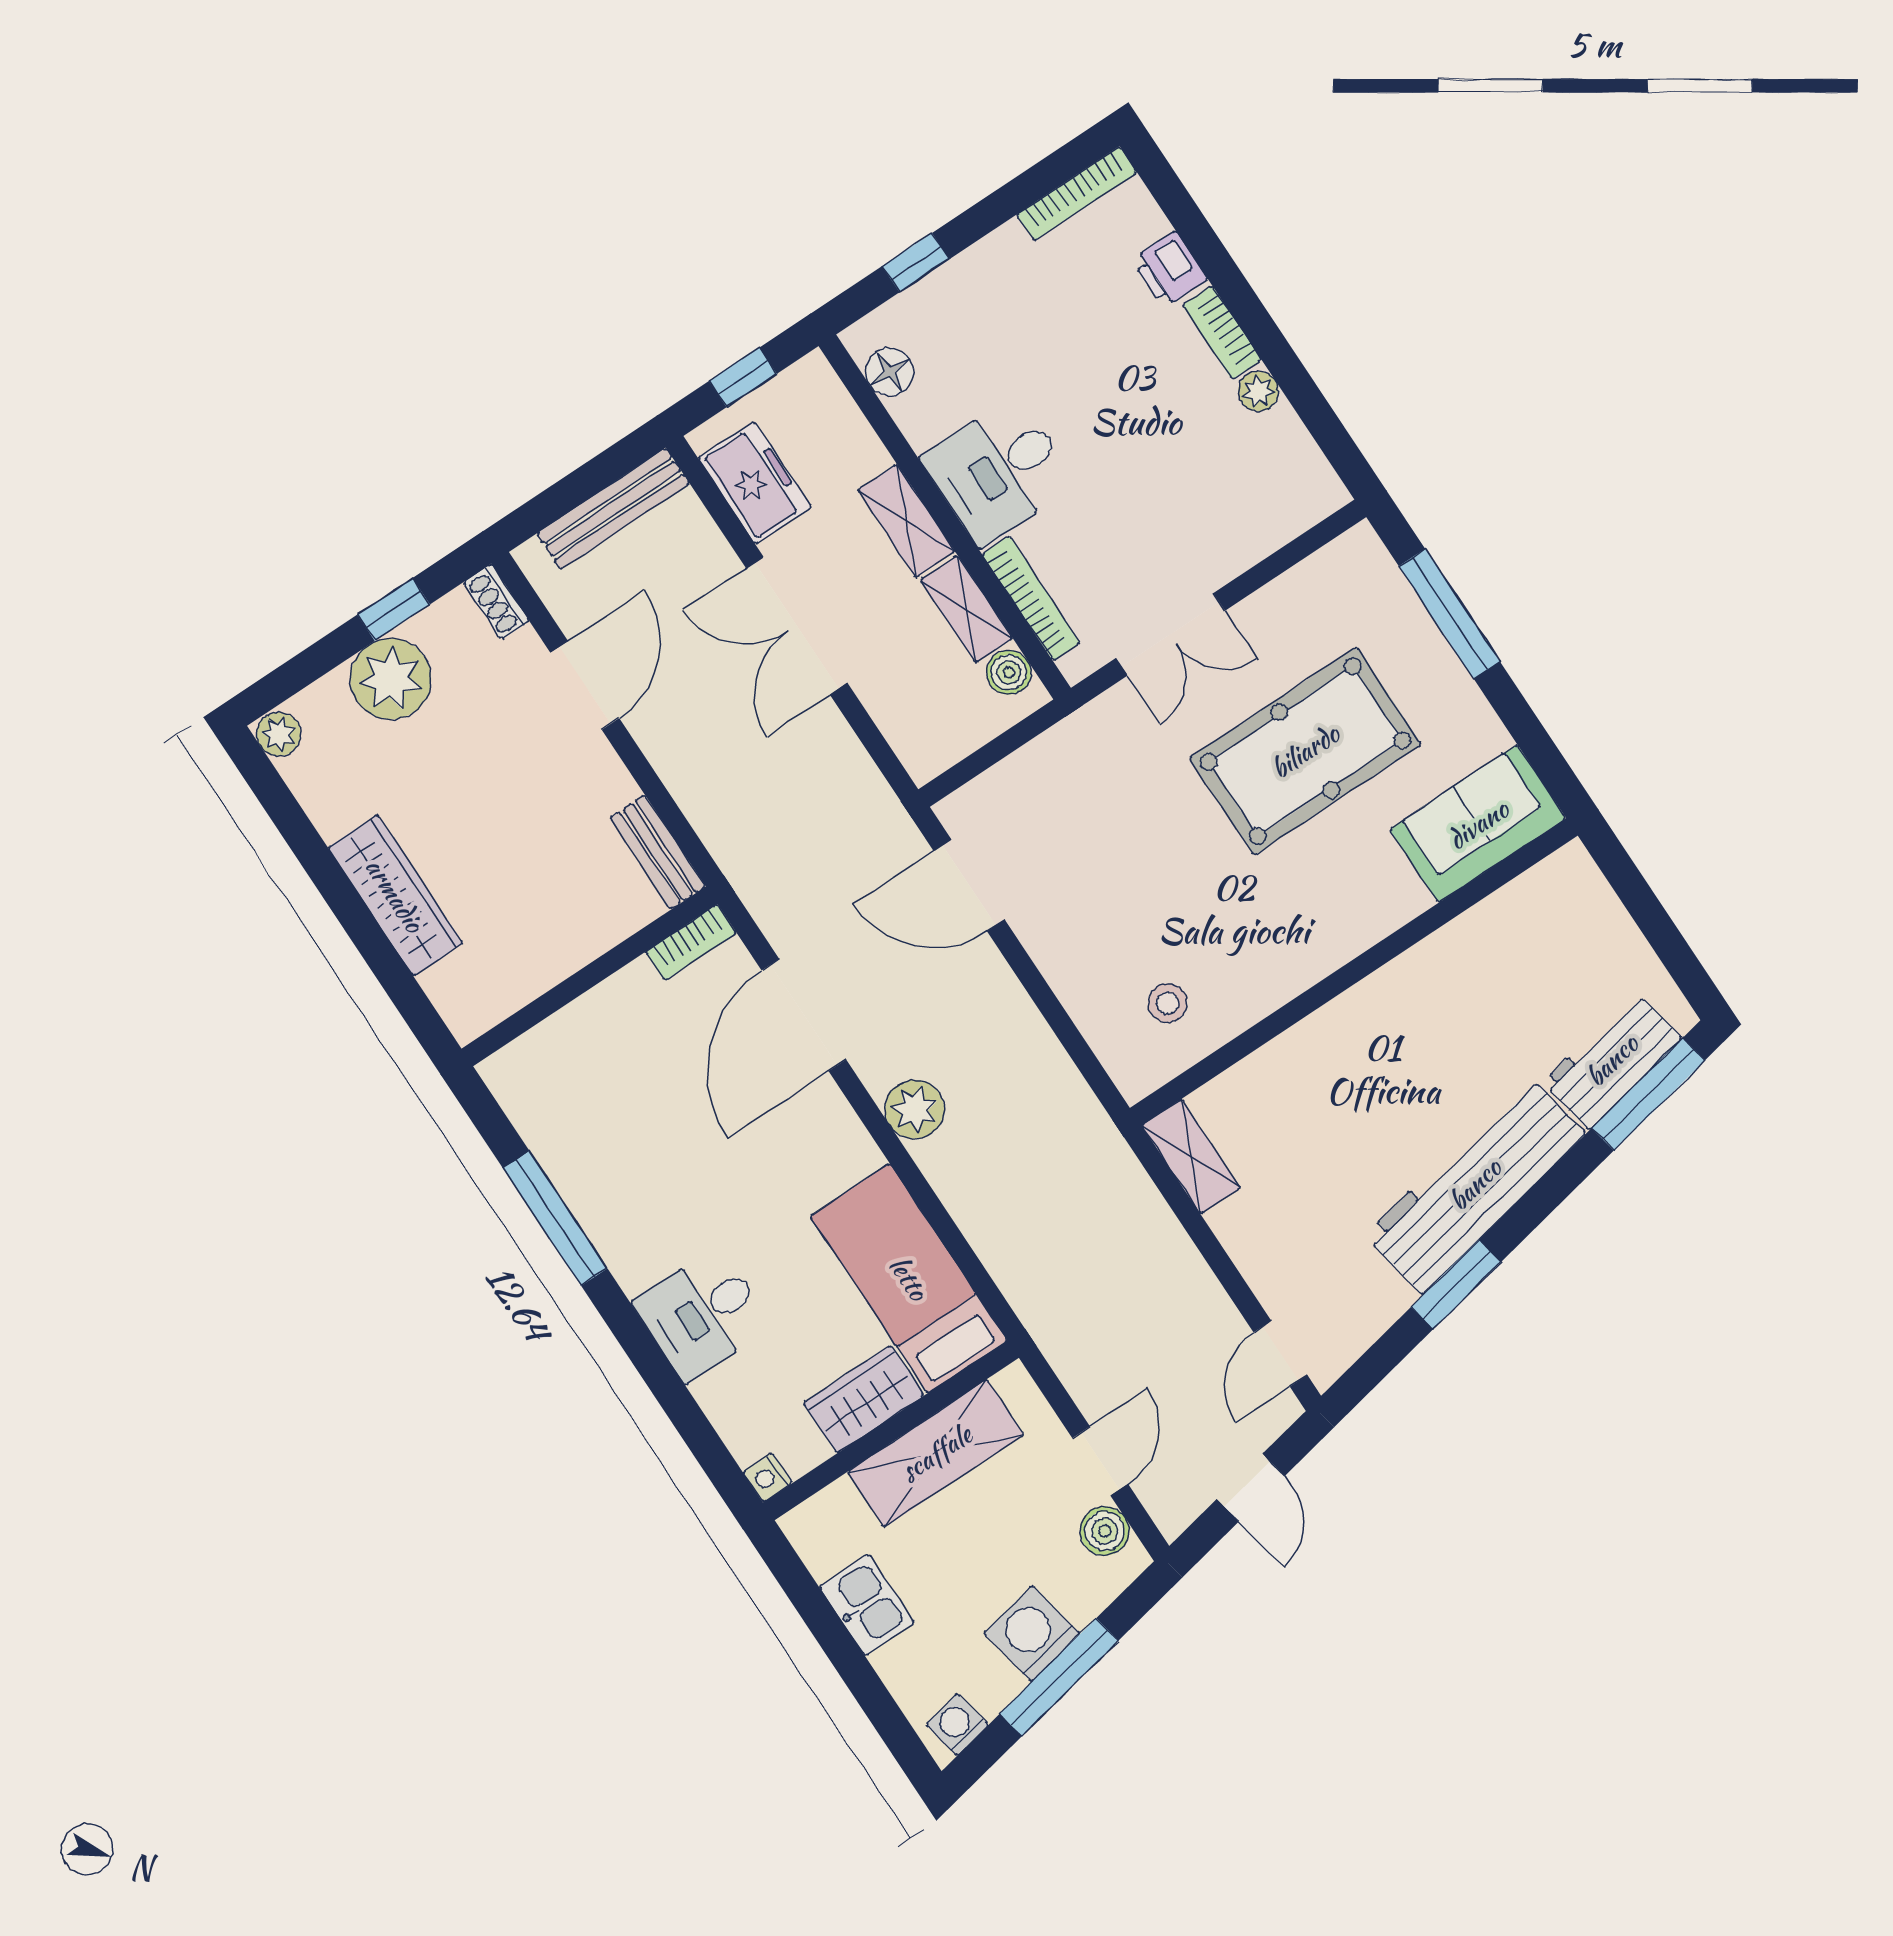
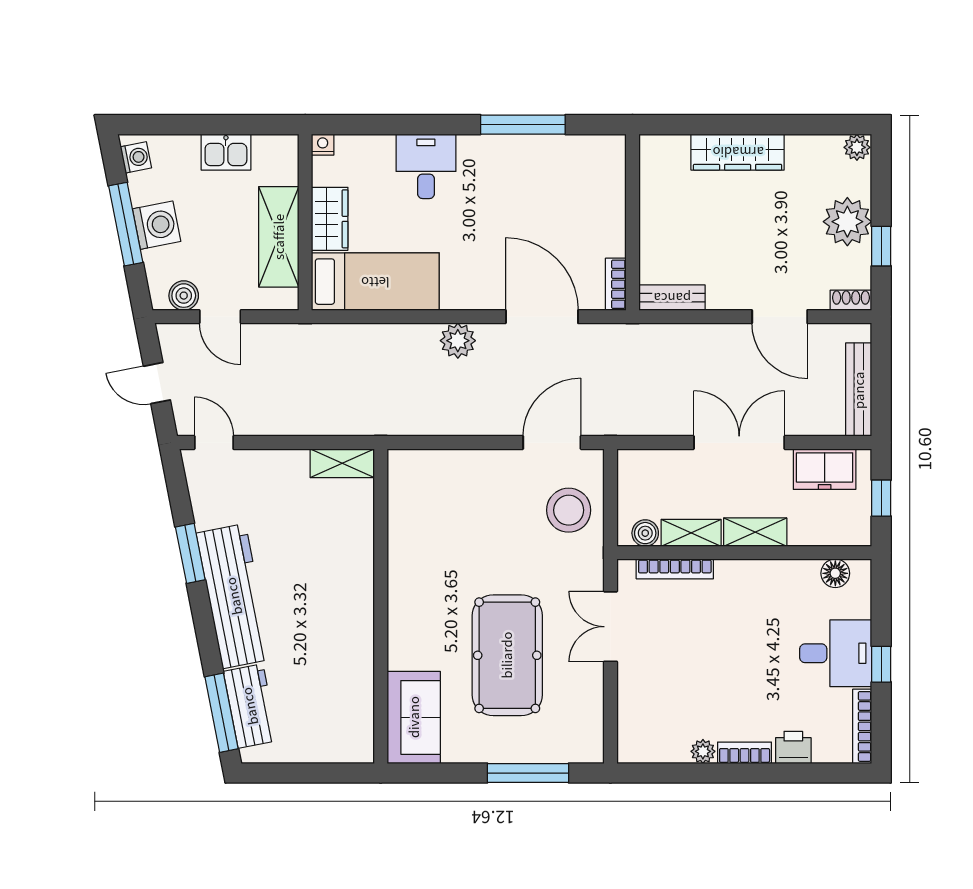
window: (916, 263) -> (881, 664), moved
desk: (999, 471) -> (836, 653), moved, turned 90
stool: (1168, 1003) -> (569, 510), moved, width x1.89, depth x1.89

